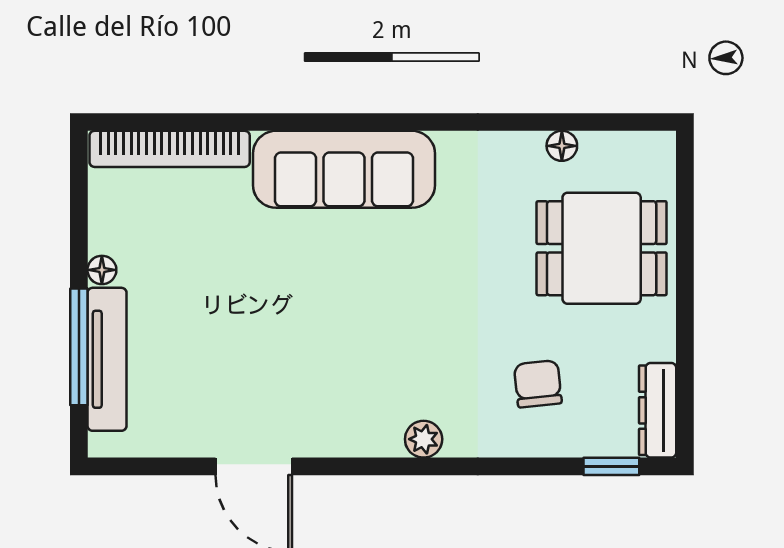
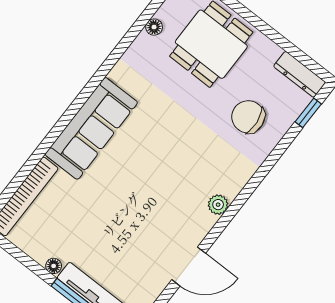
chair: (538, 384) -> (248, 117), width x1.37, depth x1.37
plant: (424, 439) -> (218, 205), moved

